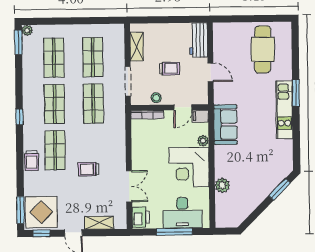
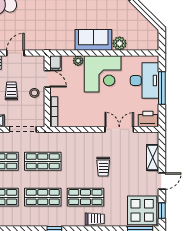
stool: (156, 98) -> (34, 93), moved
sofa: (225, 125) -> (93, 40), moved

